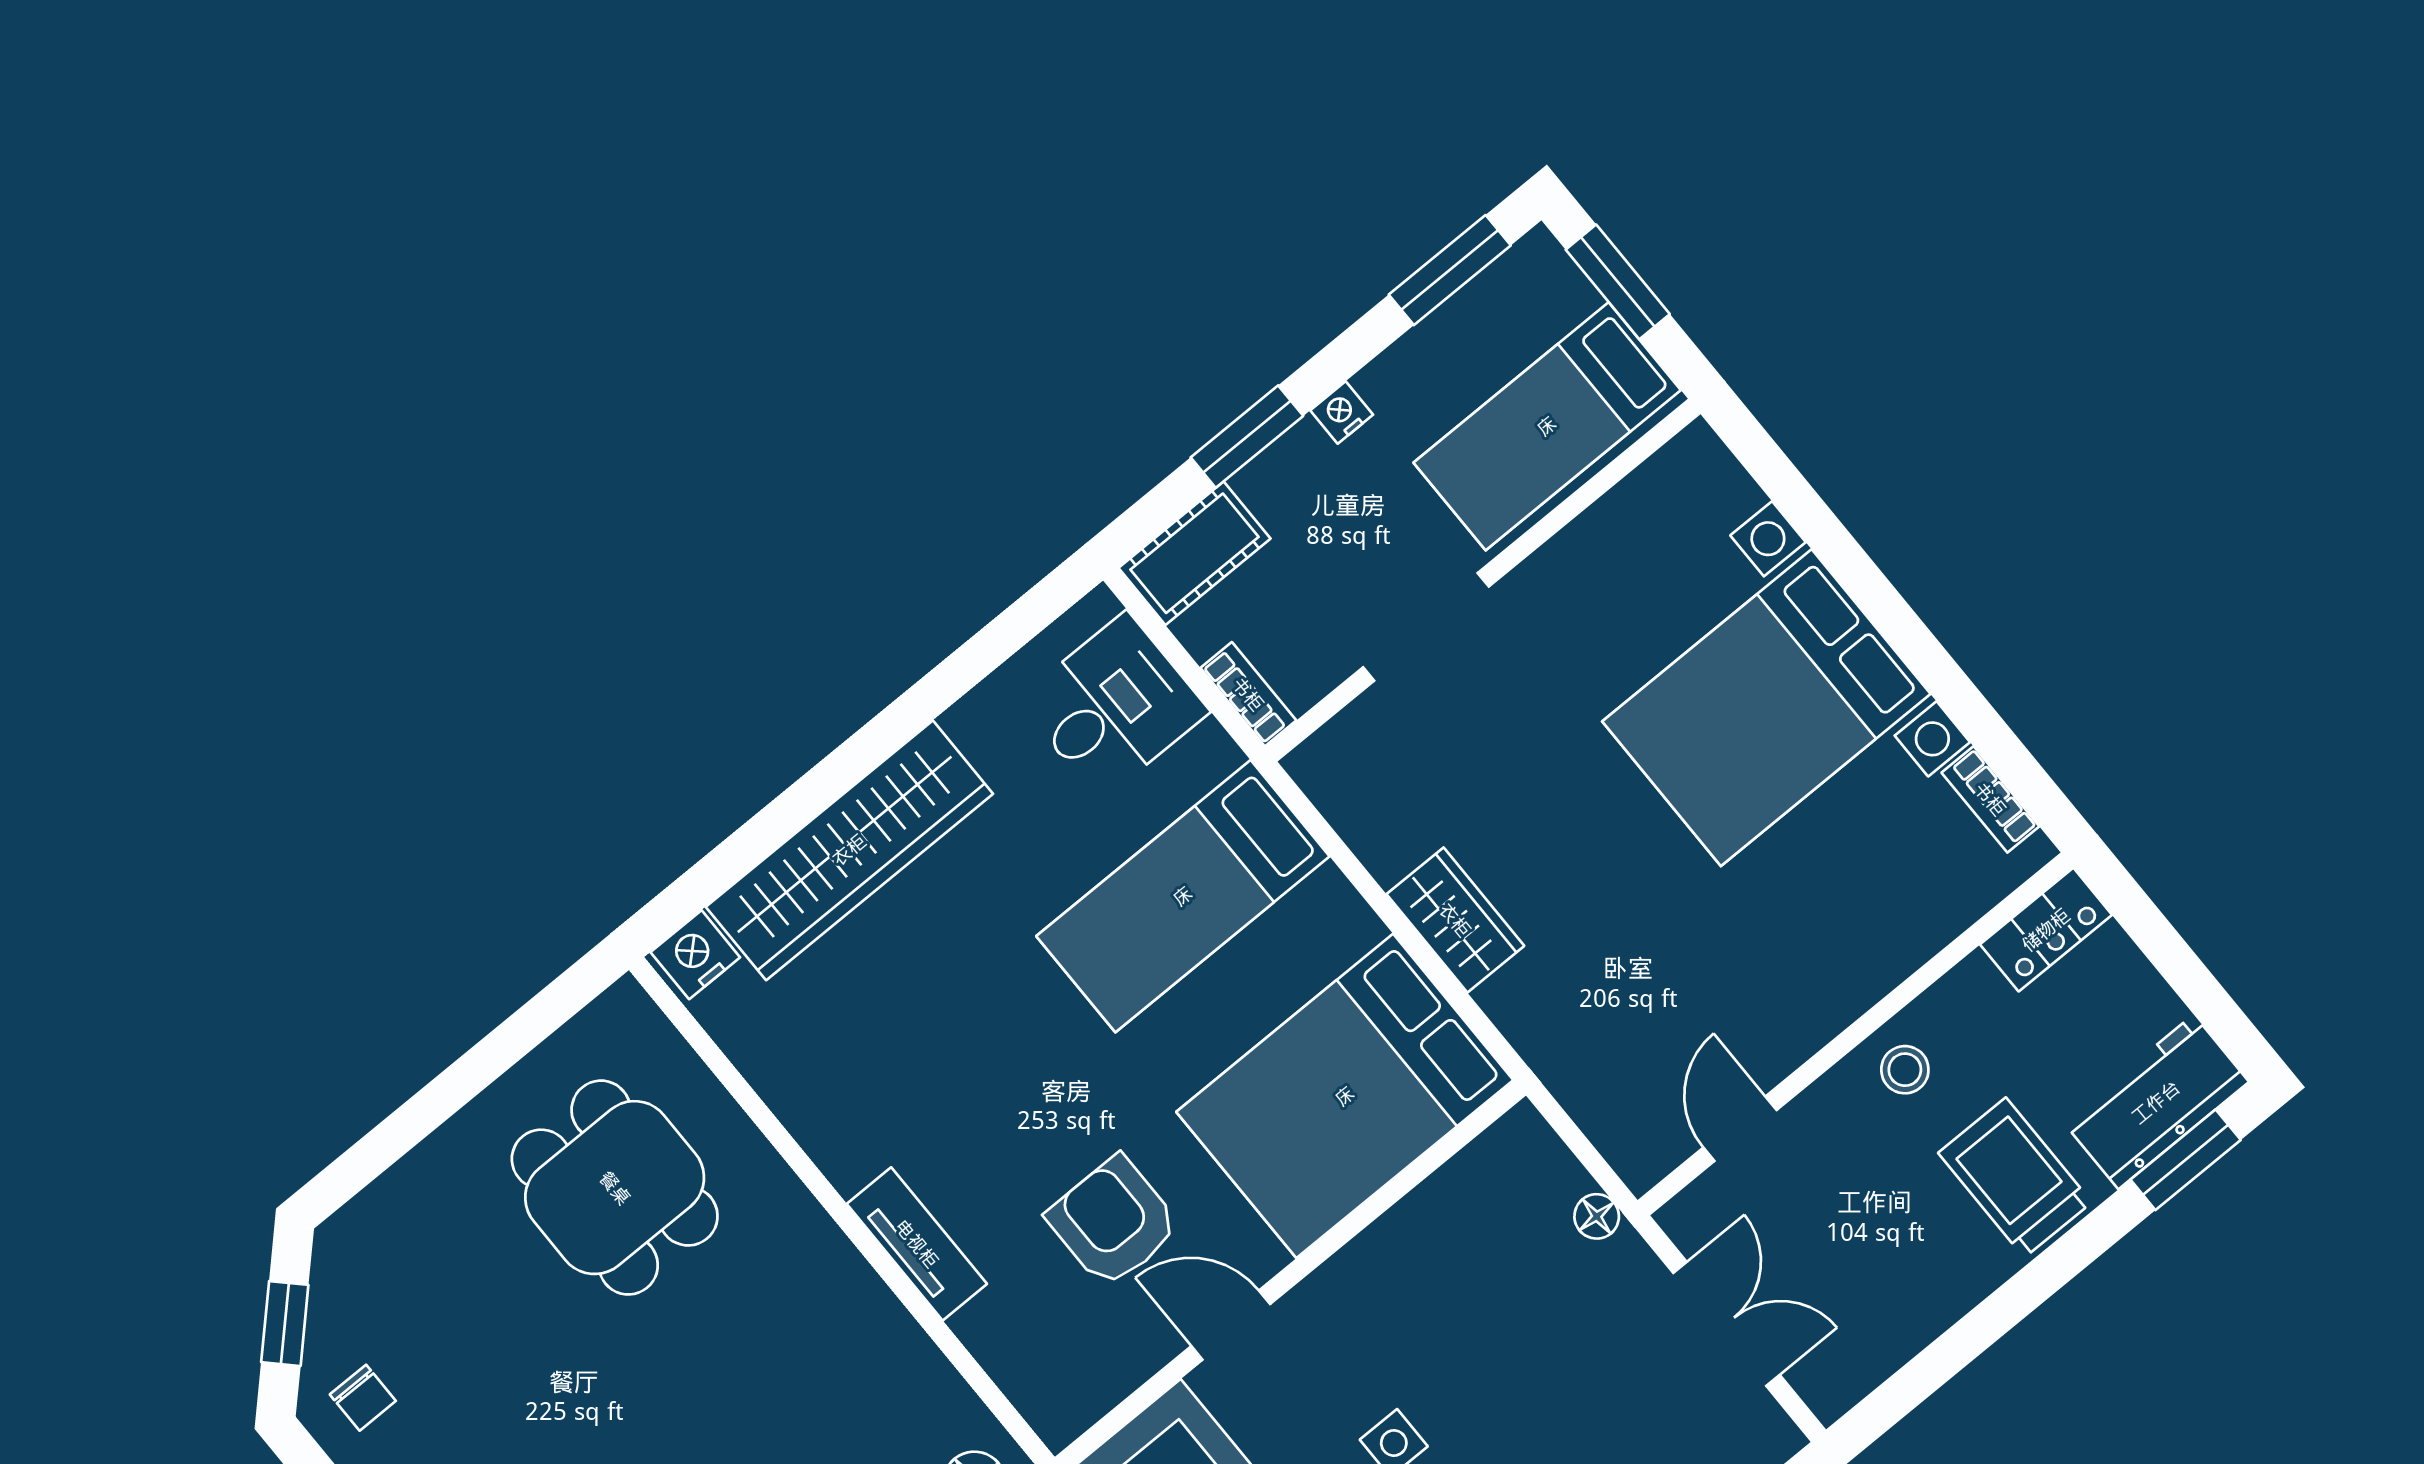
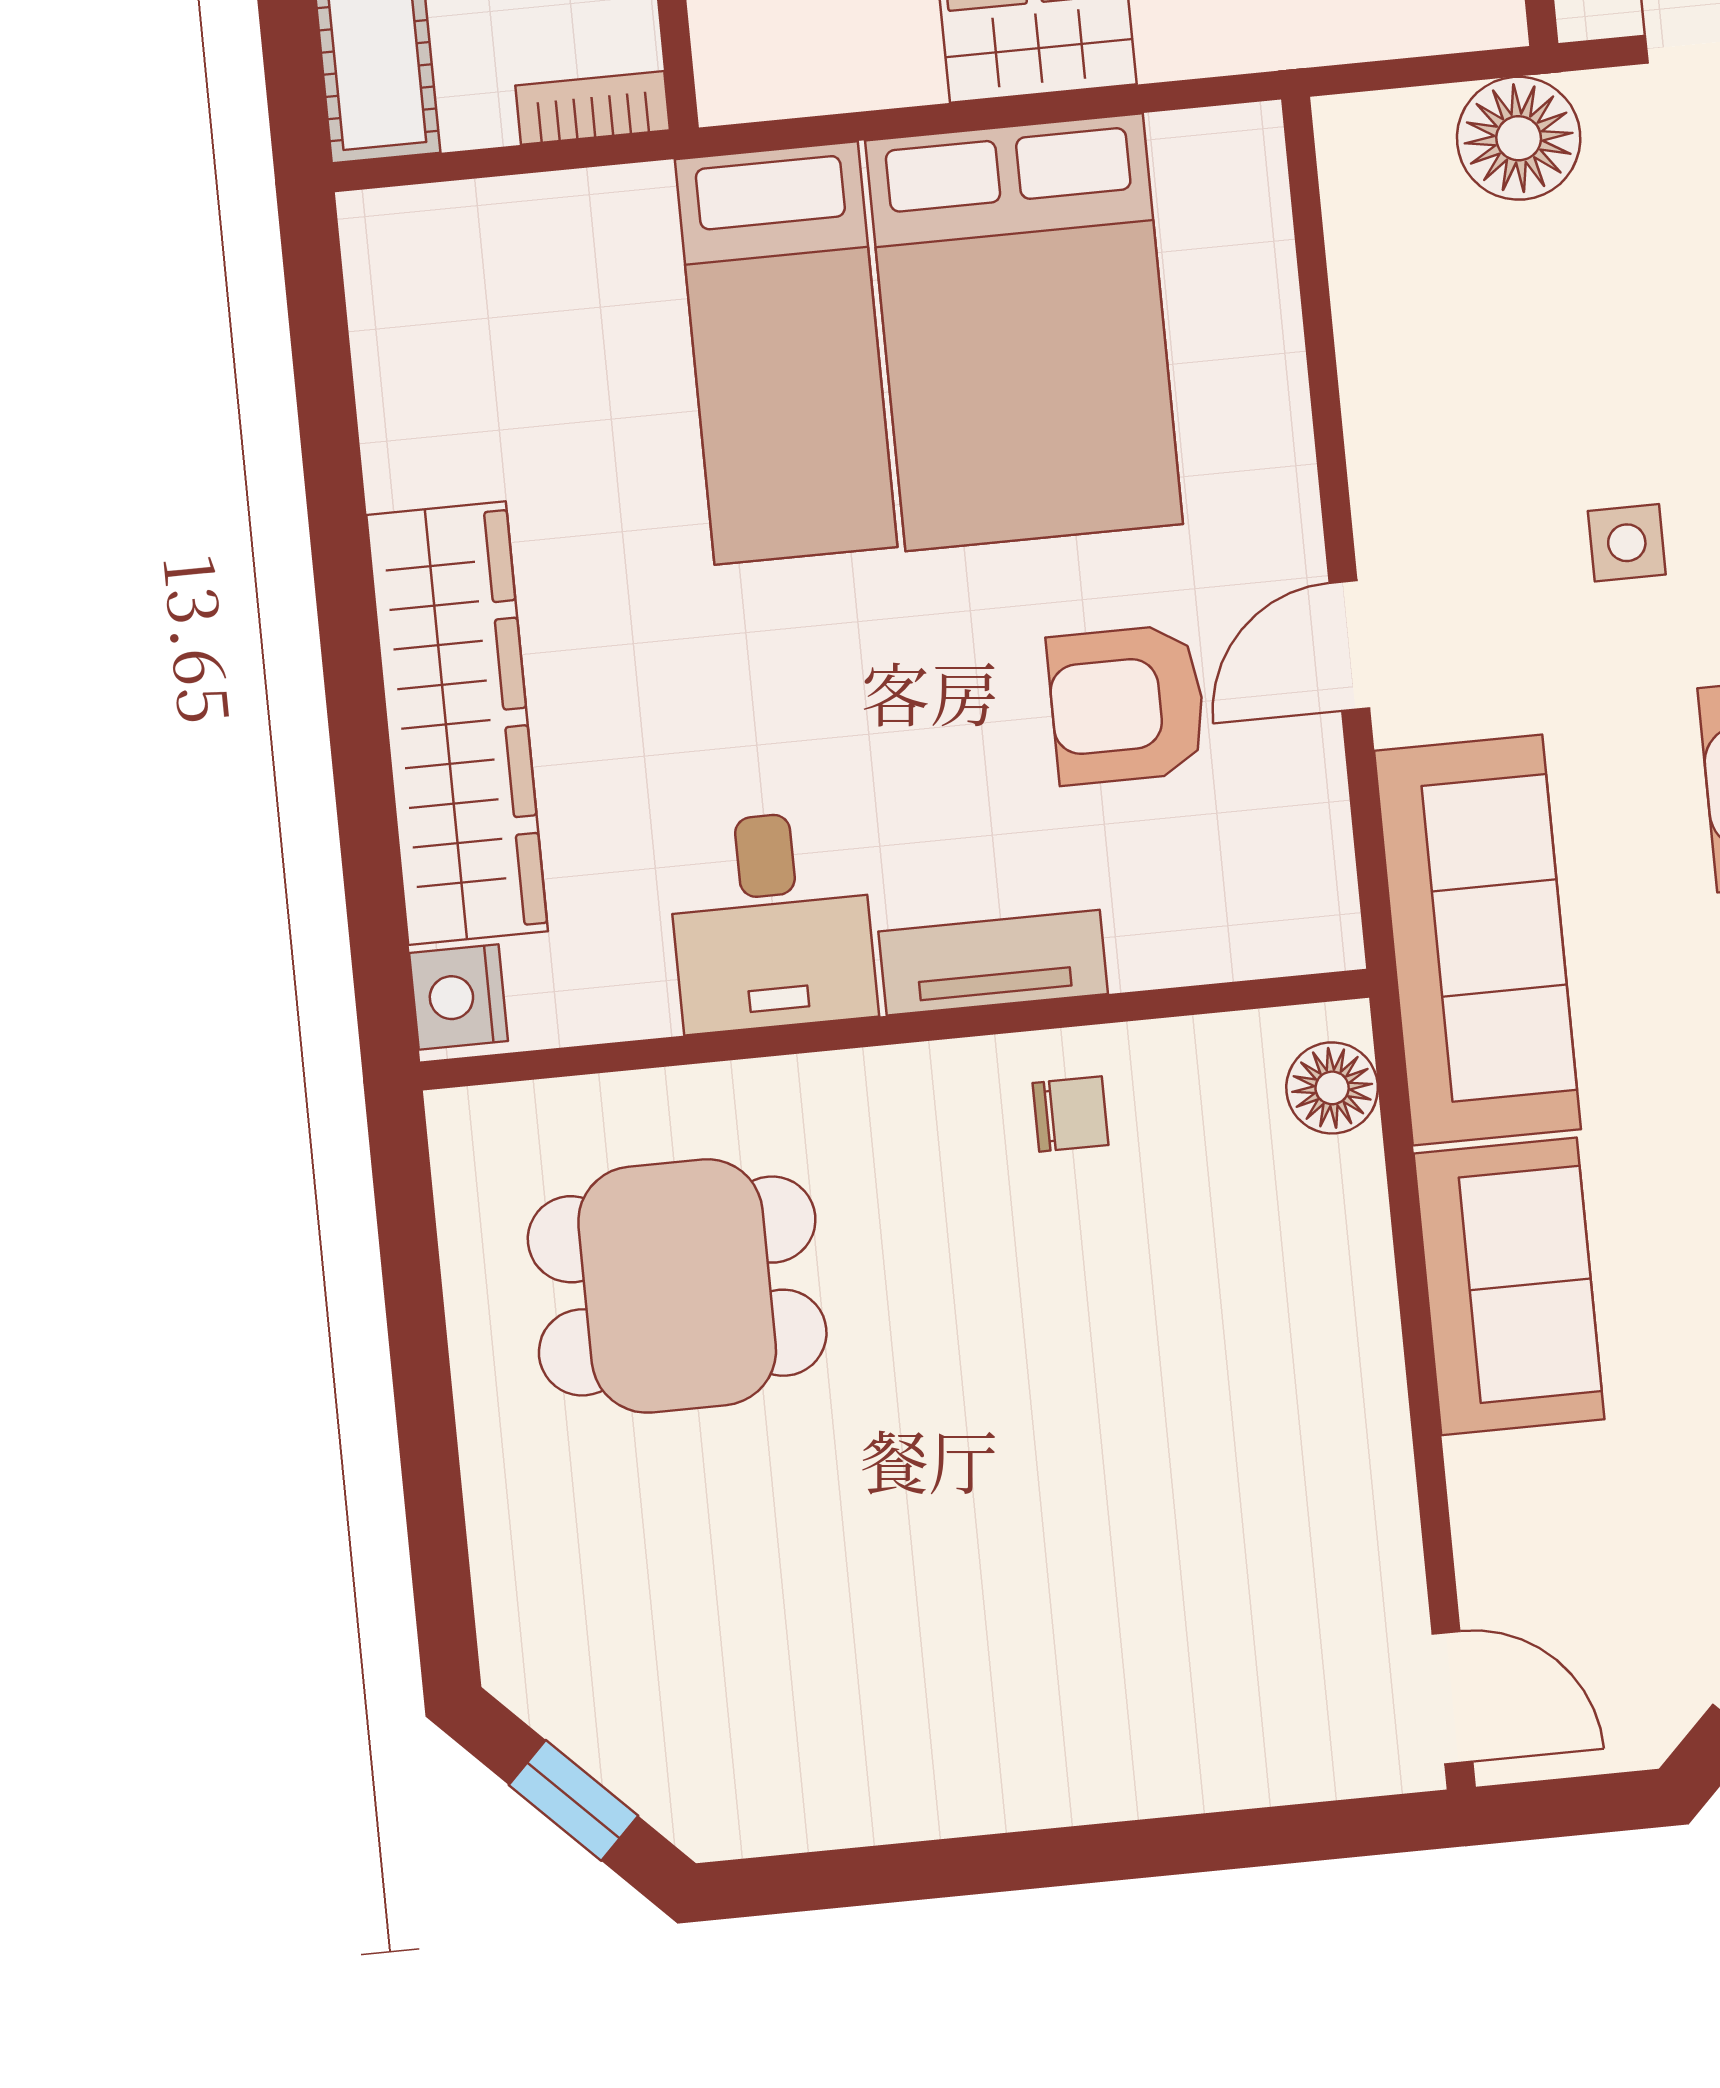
desk: (1113, 706) -> (771, 921), moved, turned 180
bed: (1345, 1096) -> (1024, 332), moved
floor lamp: (1597, 1216) -> (1519, 138), width x1.89, depth x1.89
chair: (363, 1398) -> (1071, 1114), moved

